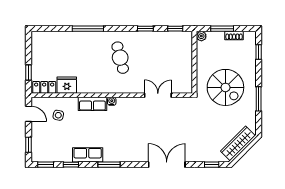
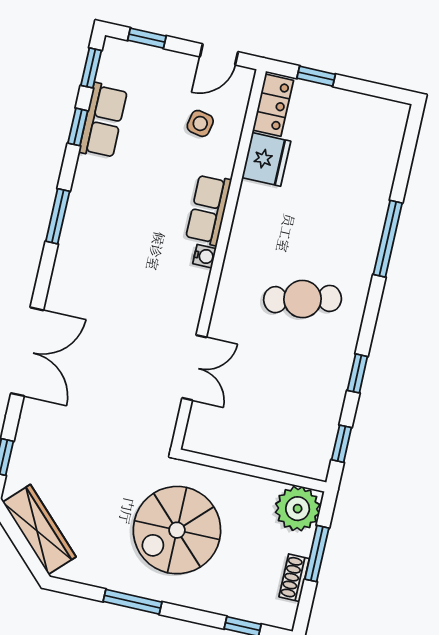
plant: (201, 36) -> (298, 509), width x1.88, depth x1.88
row of seats: (88, 155) -> (103, 121), moved

